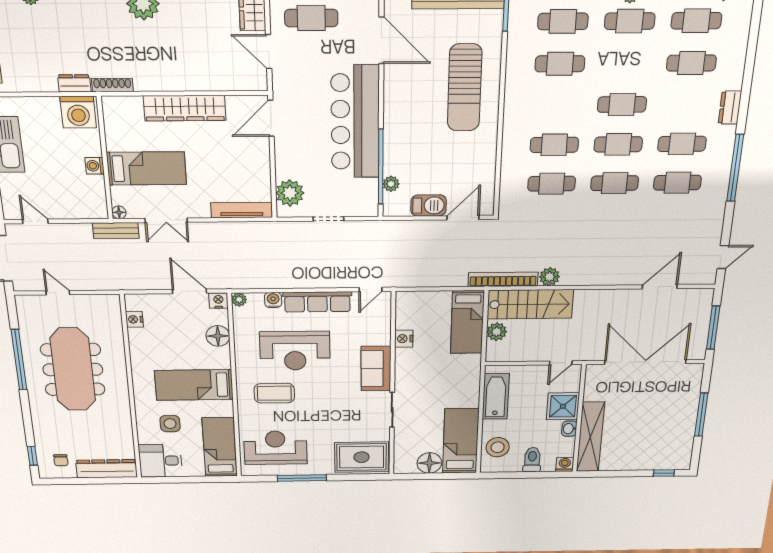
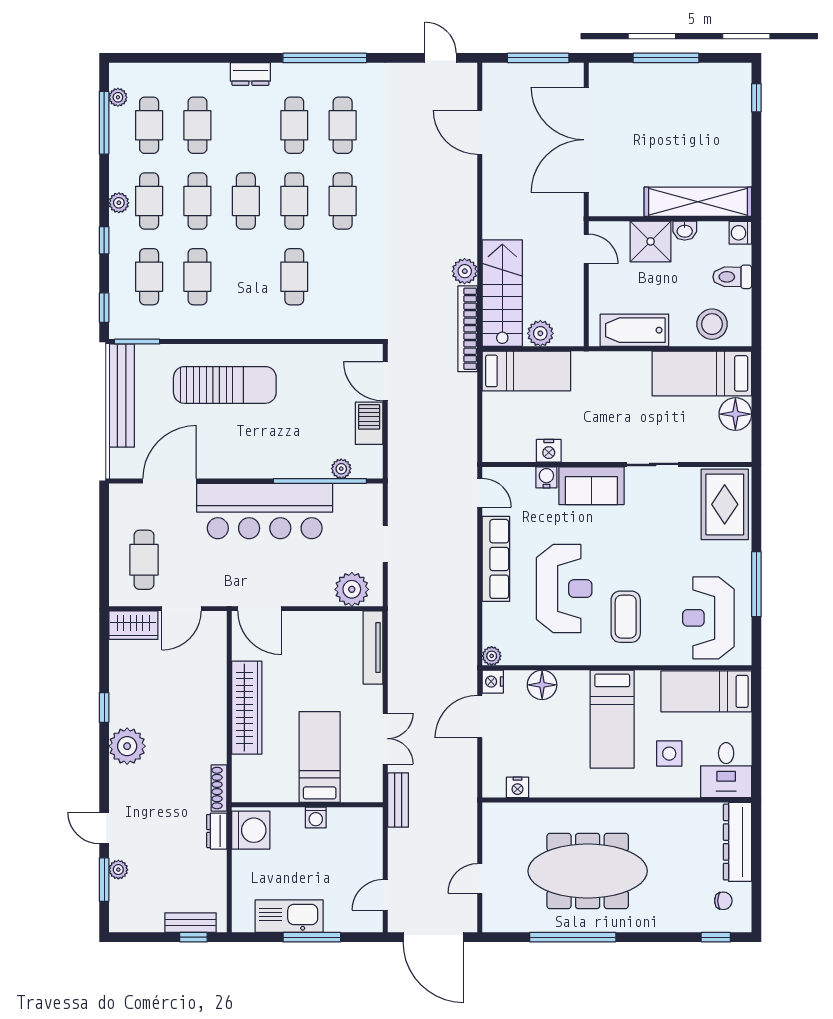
cafe table: (552, 184) -> (197, 201), moved
floor lamp: (119, 212) -> (375, 794), removed
water cooler: (273, 300) -> (546, 477), moved, turned 90

